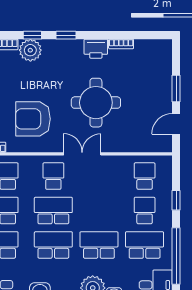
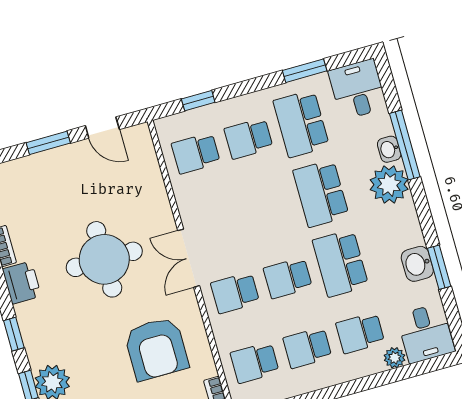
window: (176, 200) -> (198, 101), moved
school desk: (53, 211) -> (288, 278), width x0.54
window: (176, 256) -> (305, 71), width x0.47

